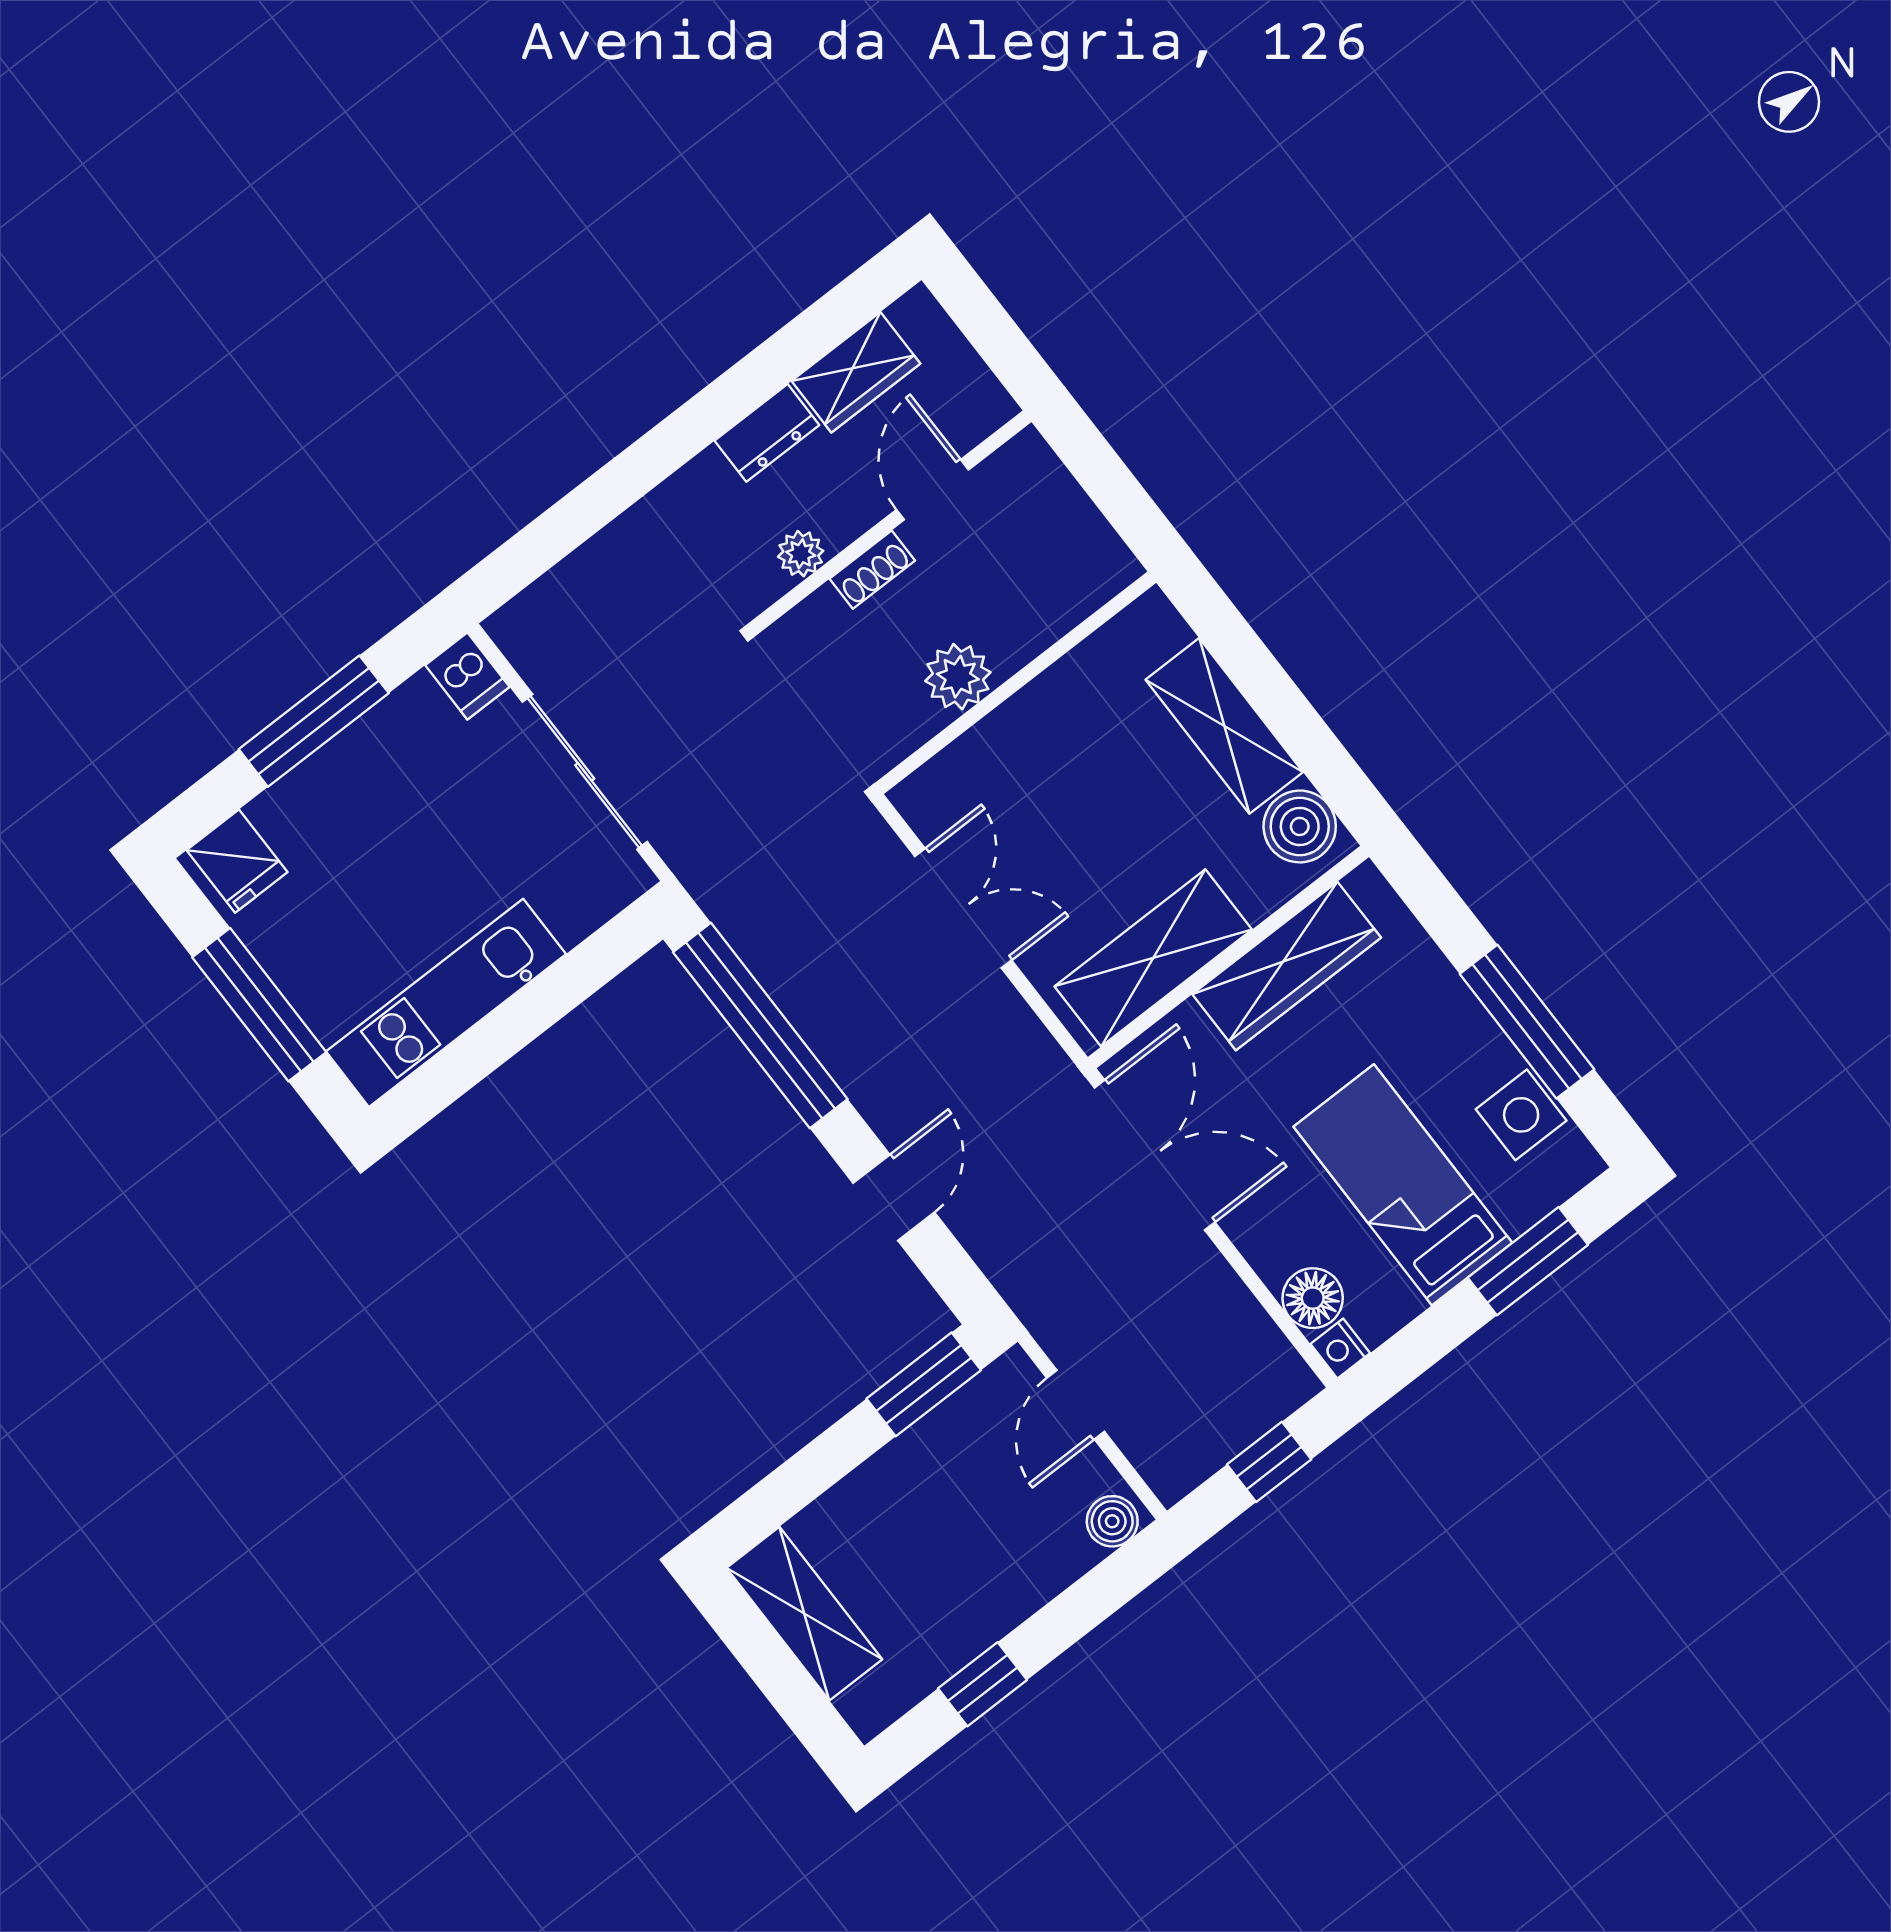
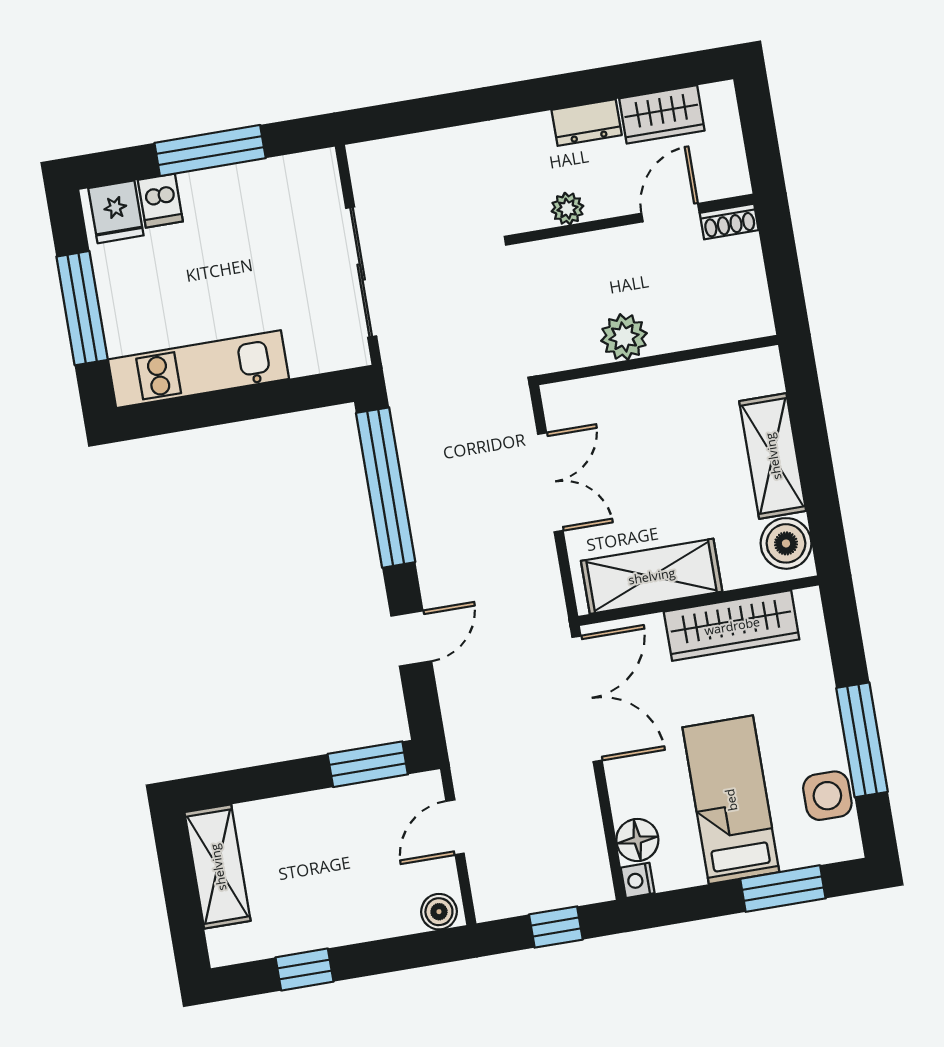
shoe rack: (872, 570) -> (729, 222), moved
dishwasher: (467, 676) -> (160, 201), moved

